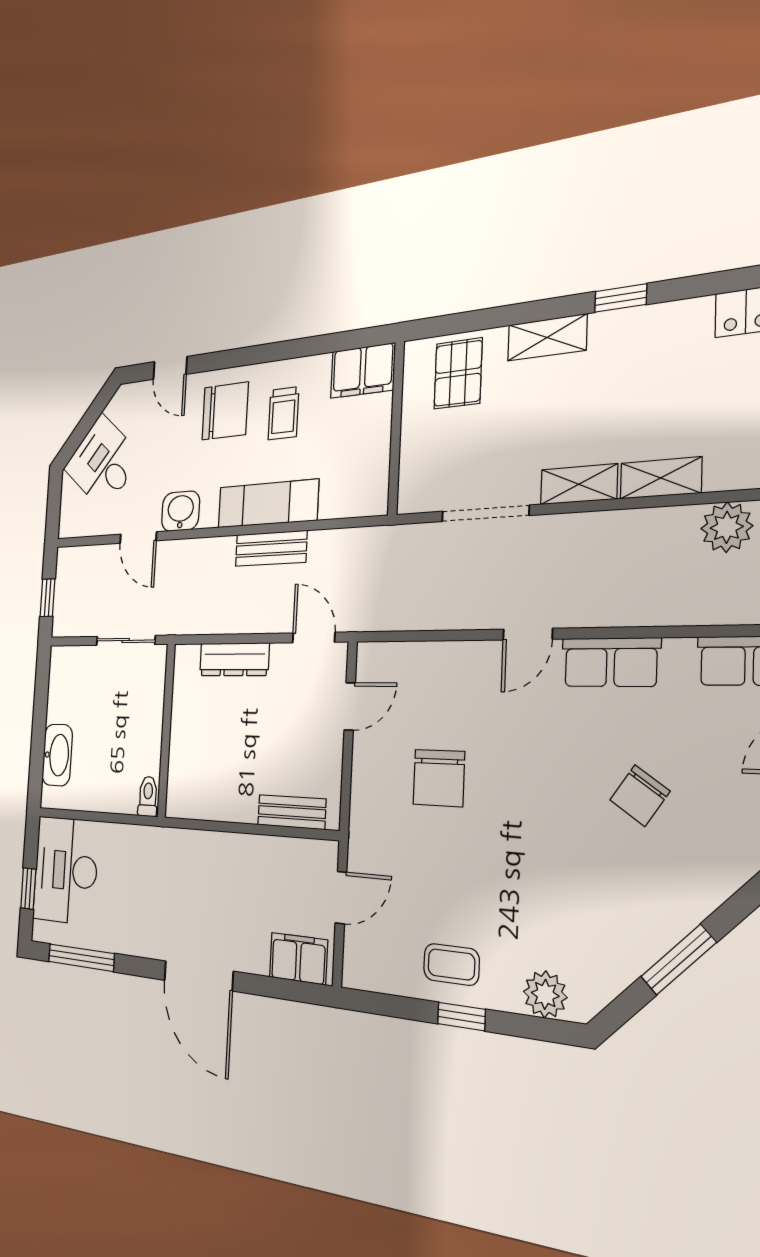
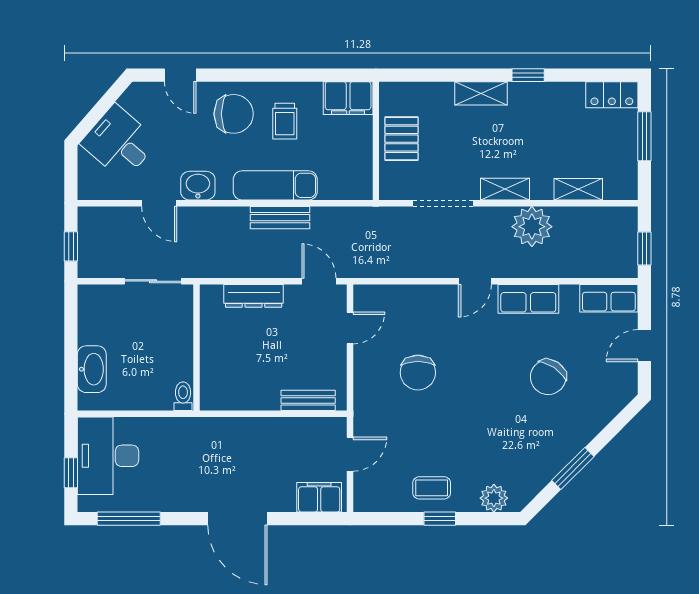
pallet: (458, 373) -> (402, 139), moved
shelving: (661, 478) -> (578, 189), moved
plant: (727, 527) -> (532, 227), moved, width x1.36, depth x1.36
chair: (640, 796) -> (548, 377), width x1.37, depth x1.37

